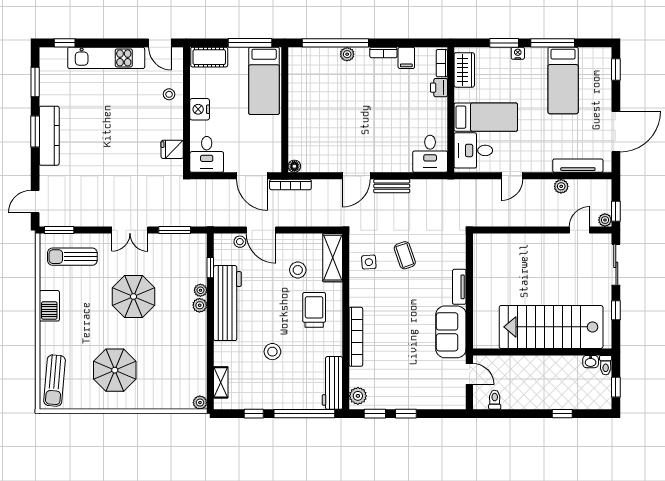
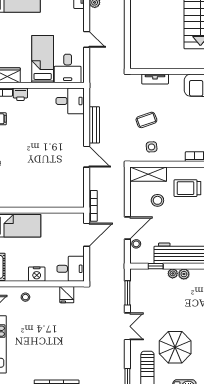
floor lamp: (294, 166) -> (80, 203), removed
bench: (392, 186) -> (94, 125), width x1.36
tv unit: (459, 287) -> (155, 79), moved
parasol: (133, 297) -> (175, 347), moved

